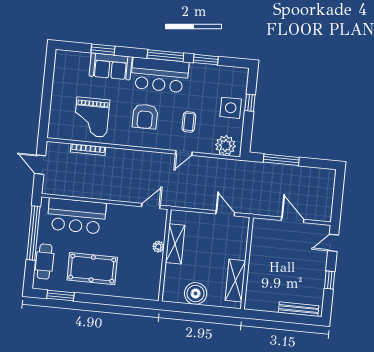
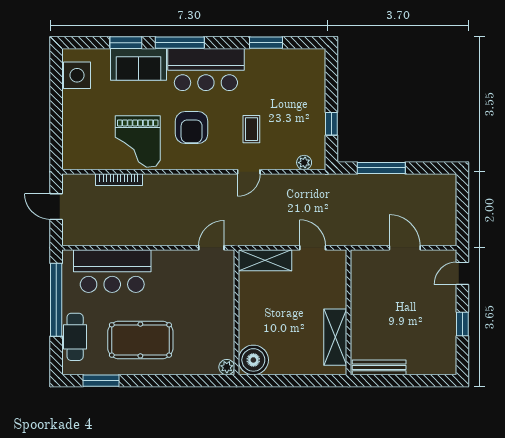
window: (165, 56) -> (180, 43), moved
window: (250, 103) -> (331, 124), moved
side table: (231, 108) -> (77, 75), moved
grand piano: (92, 117) -> (138, 142), moved
plant: (225, 145) -> (304, 163), width x0.53, depth x0.53
shelving: (175, 244) -> (265, 260), moved, turned 90
plant: (158, 247) -> (227, 367), moved
boiler: (196, 293) -> (253, 360), moved
bench: (299, 309) -> (379, 367), moved

